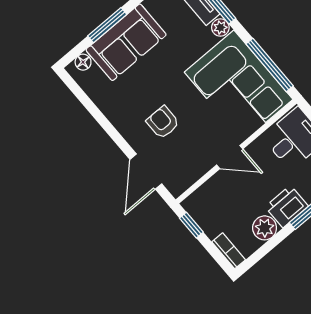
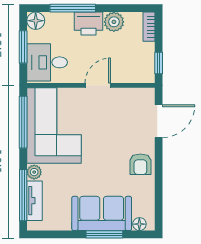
armchair: (163, 122) -> (140, 164), moved
door: (230, 157) -> (98, 85), hinge flipped

